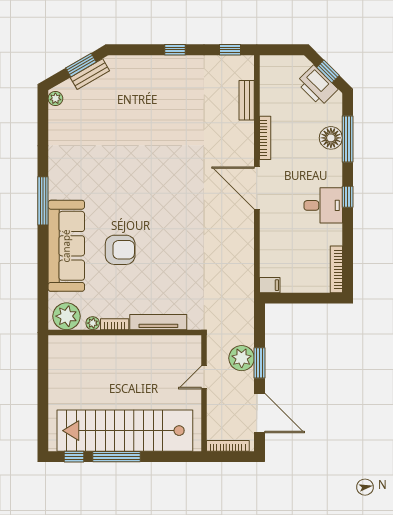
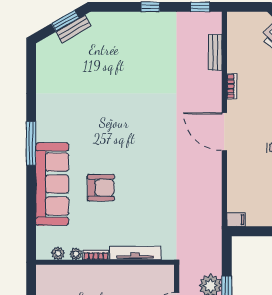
plant: (55, 99) -> (42, 51), removed
bookcase: (265, 138) -> (232, 86), width x0.64
plant: (66, 316) -> (58, 253), width x0.53, depth x0.53

